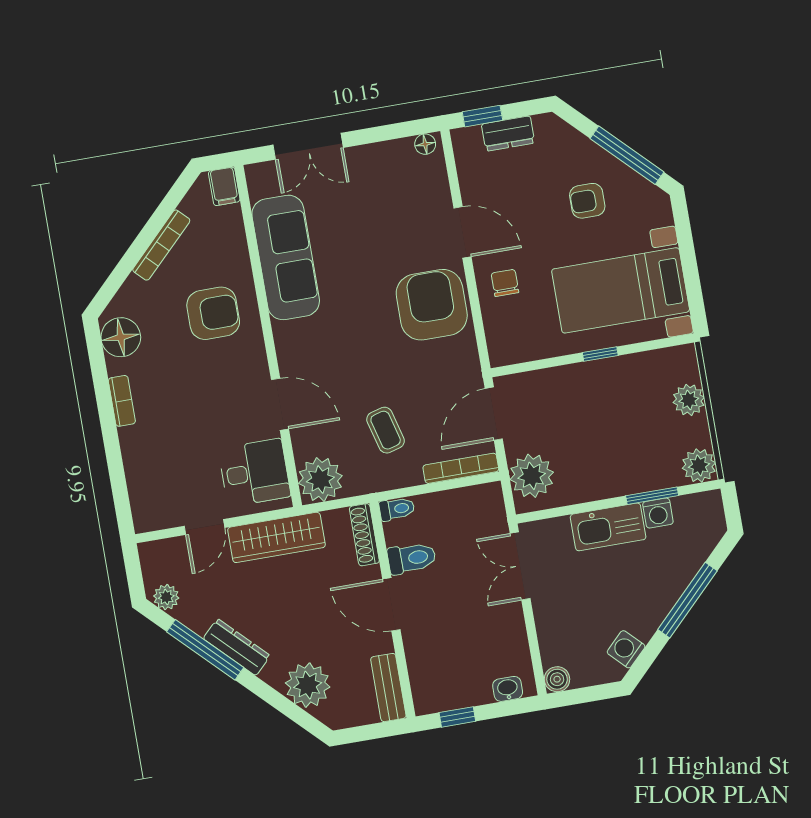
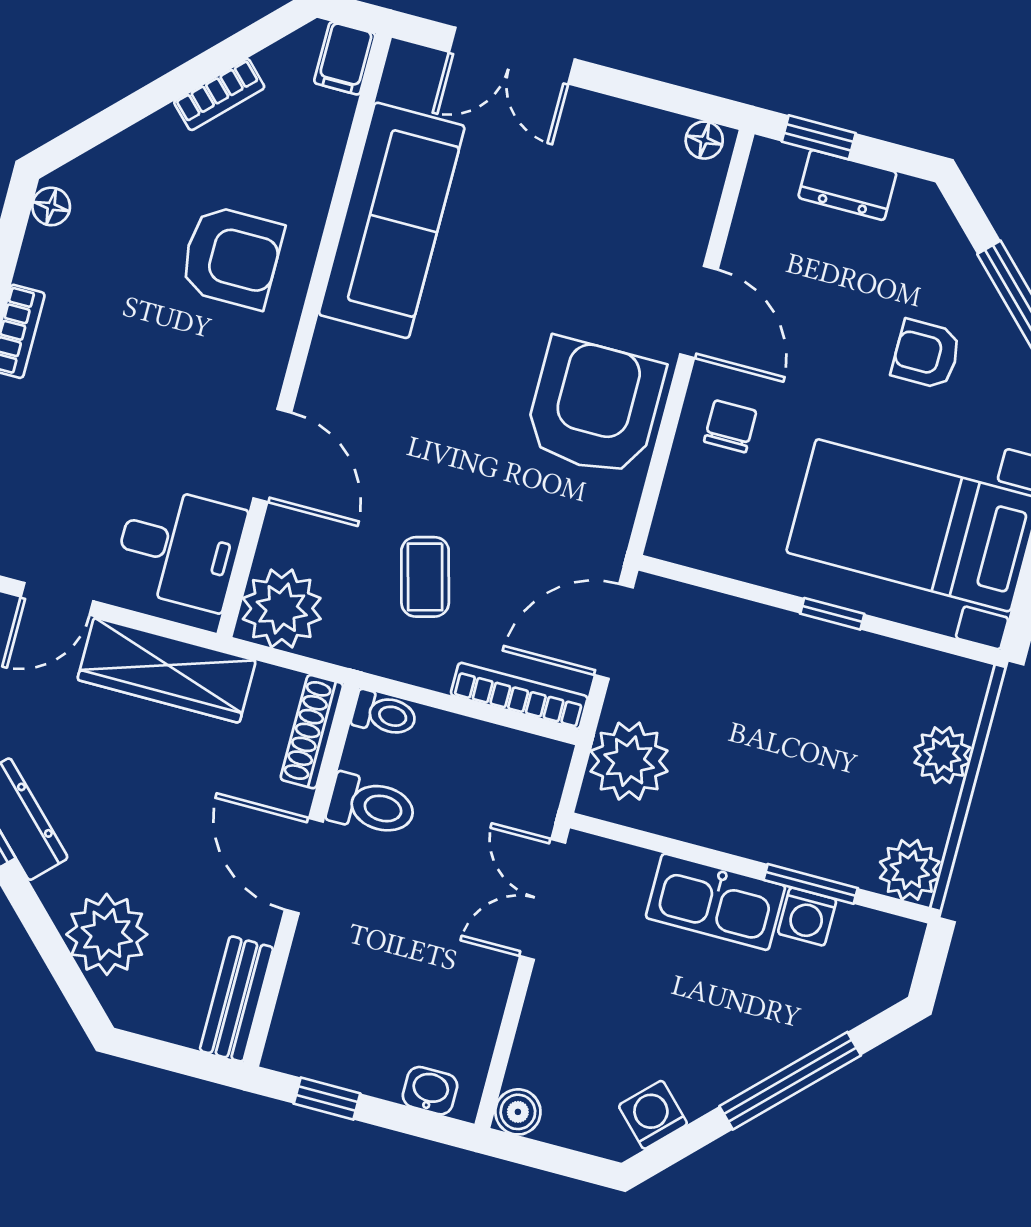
bookcase: (161, 245) -> (219, 94), width x0.64
floor lamp: (121, 337) -> (51, 206), width x0.53, depth x0.53

